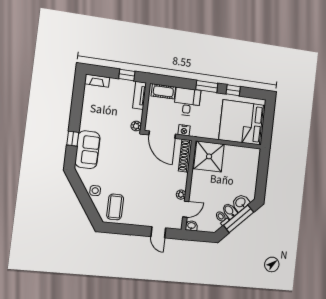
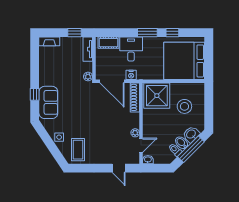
stool: (237, 172) -> (184, 106), added

